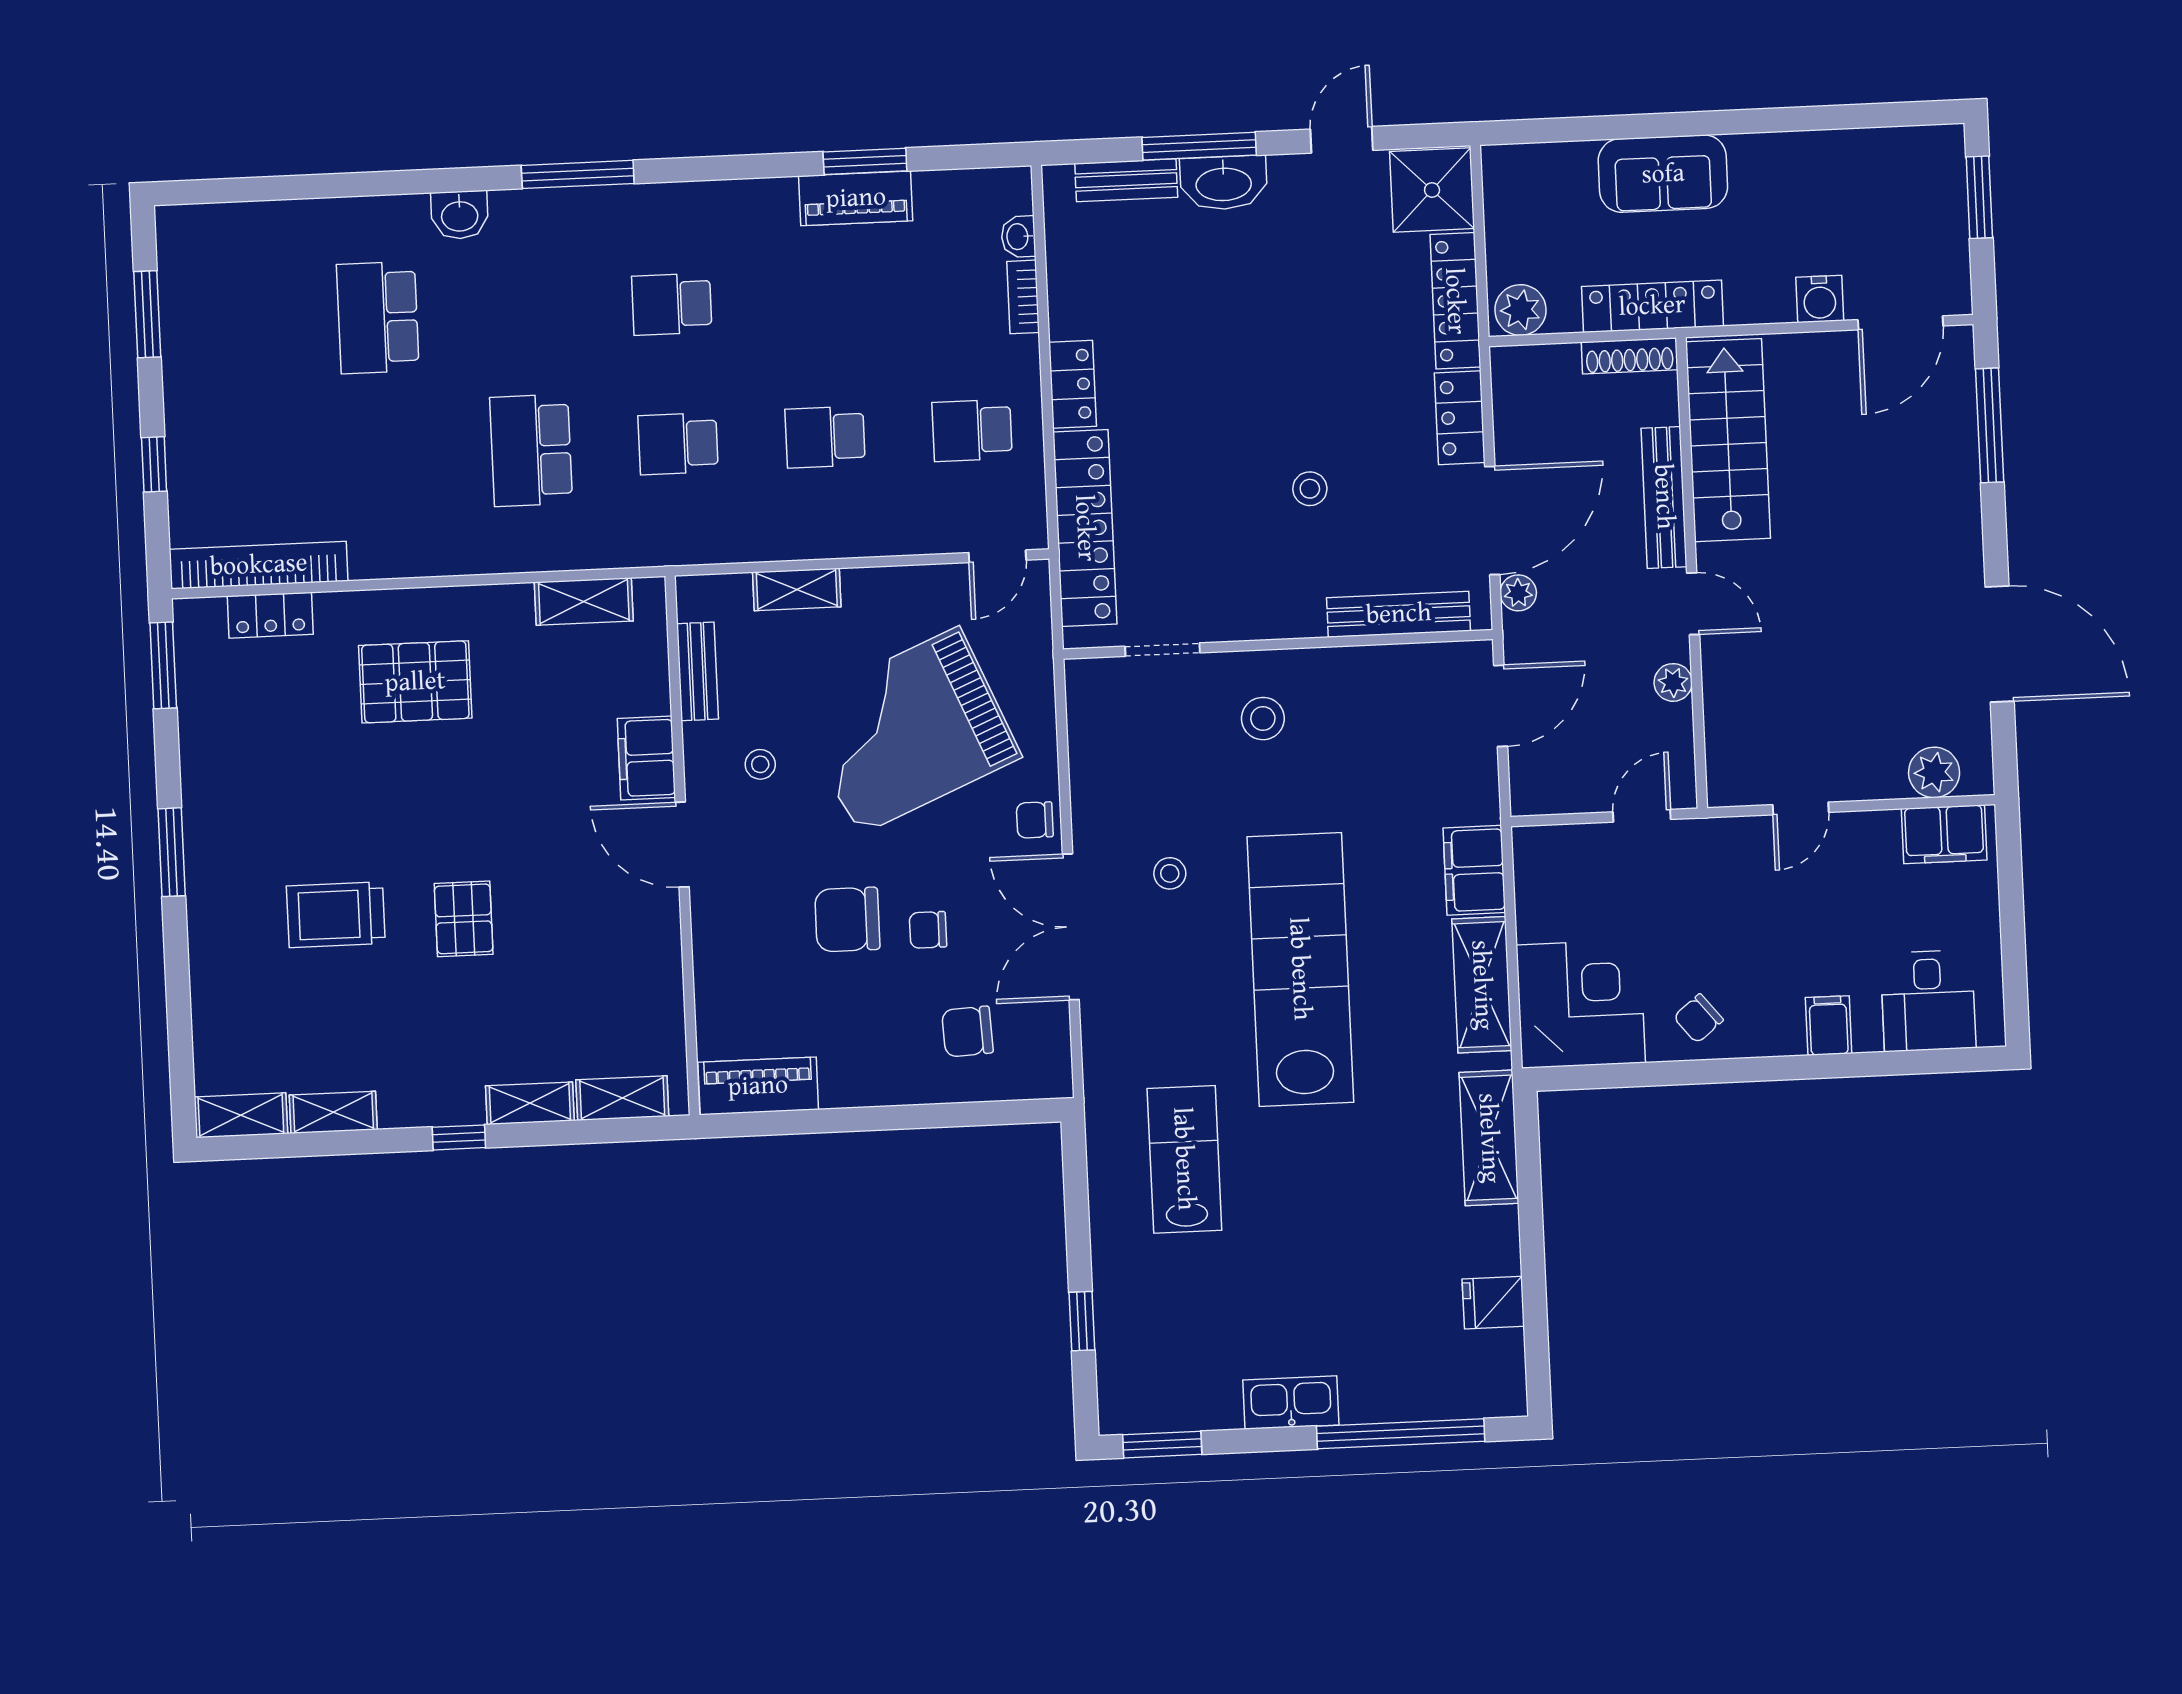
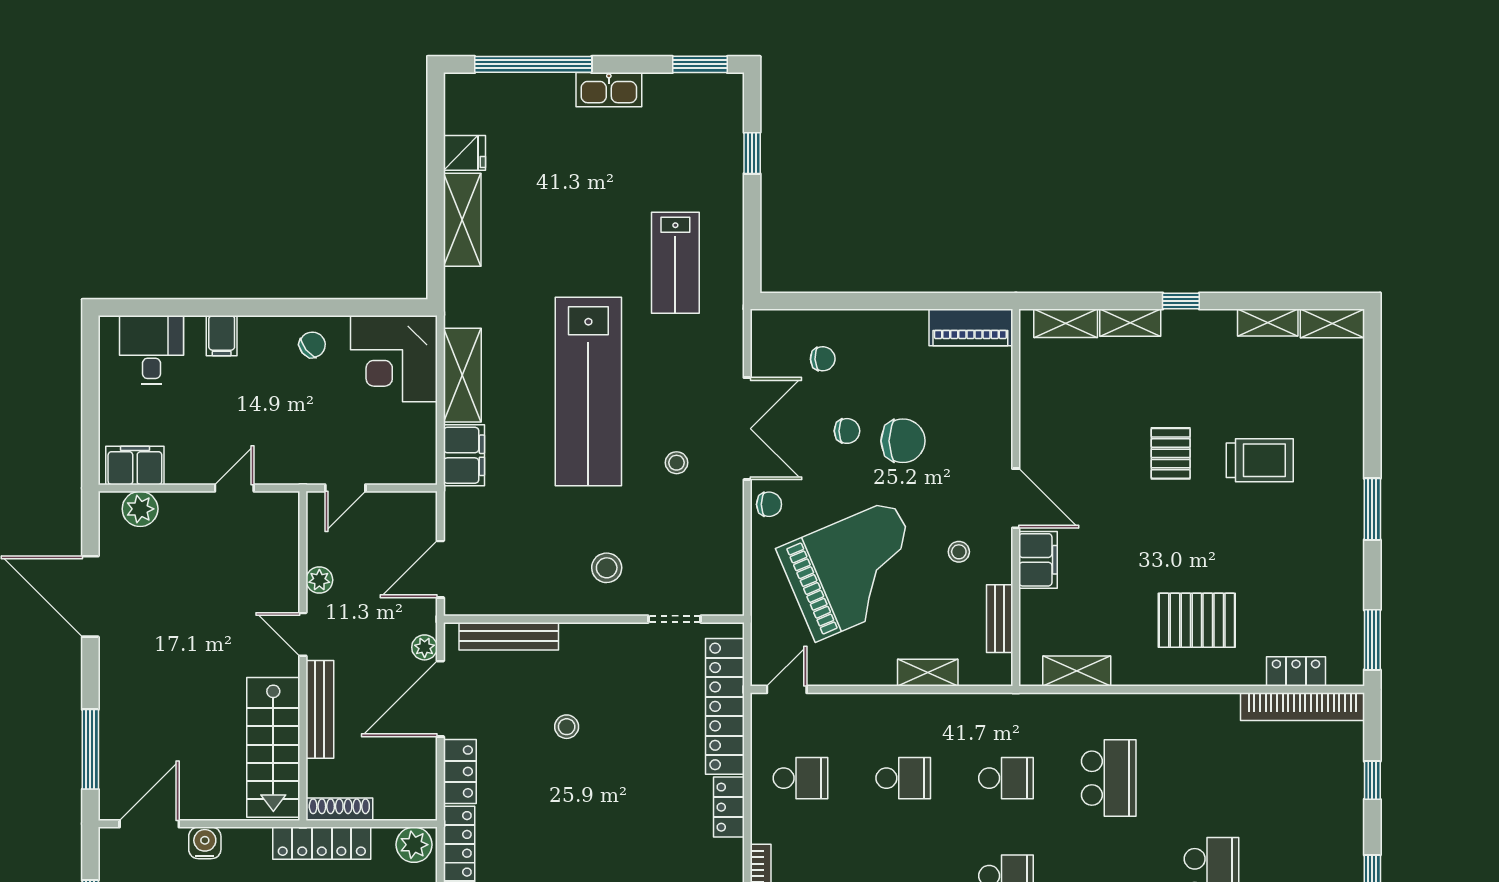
chair: (967, 1032) -> (823, 359), width x0.73, depth x0.73
shelving: (1489, 1138) -> (462, 220), moved

